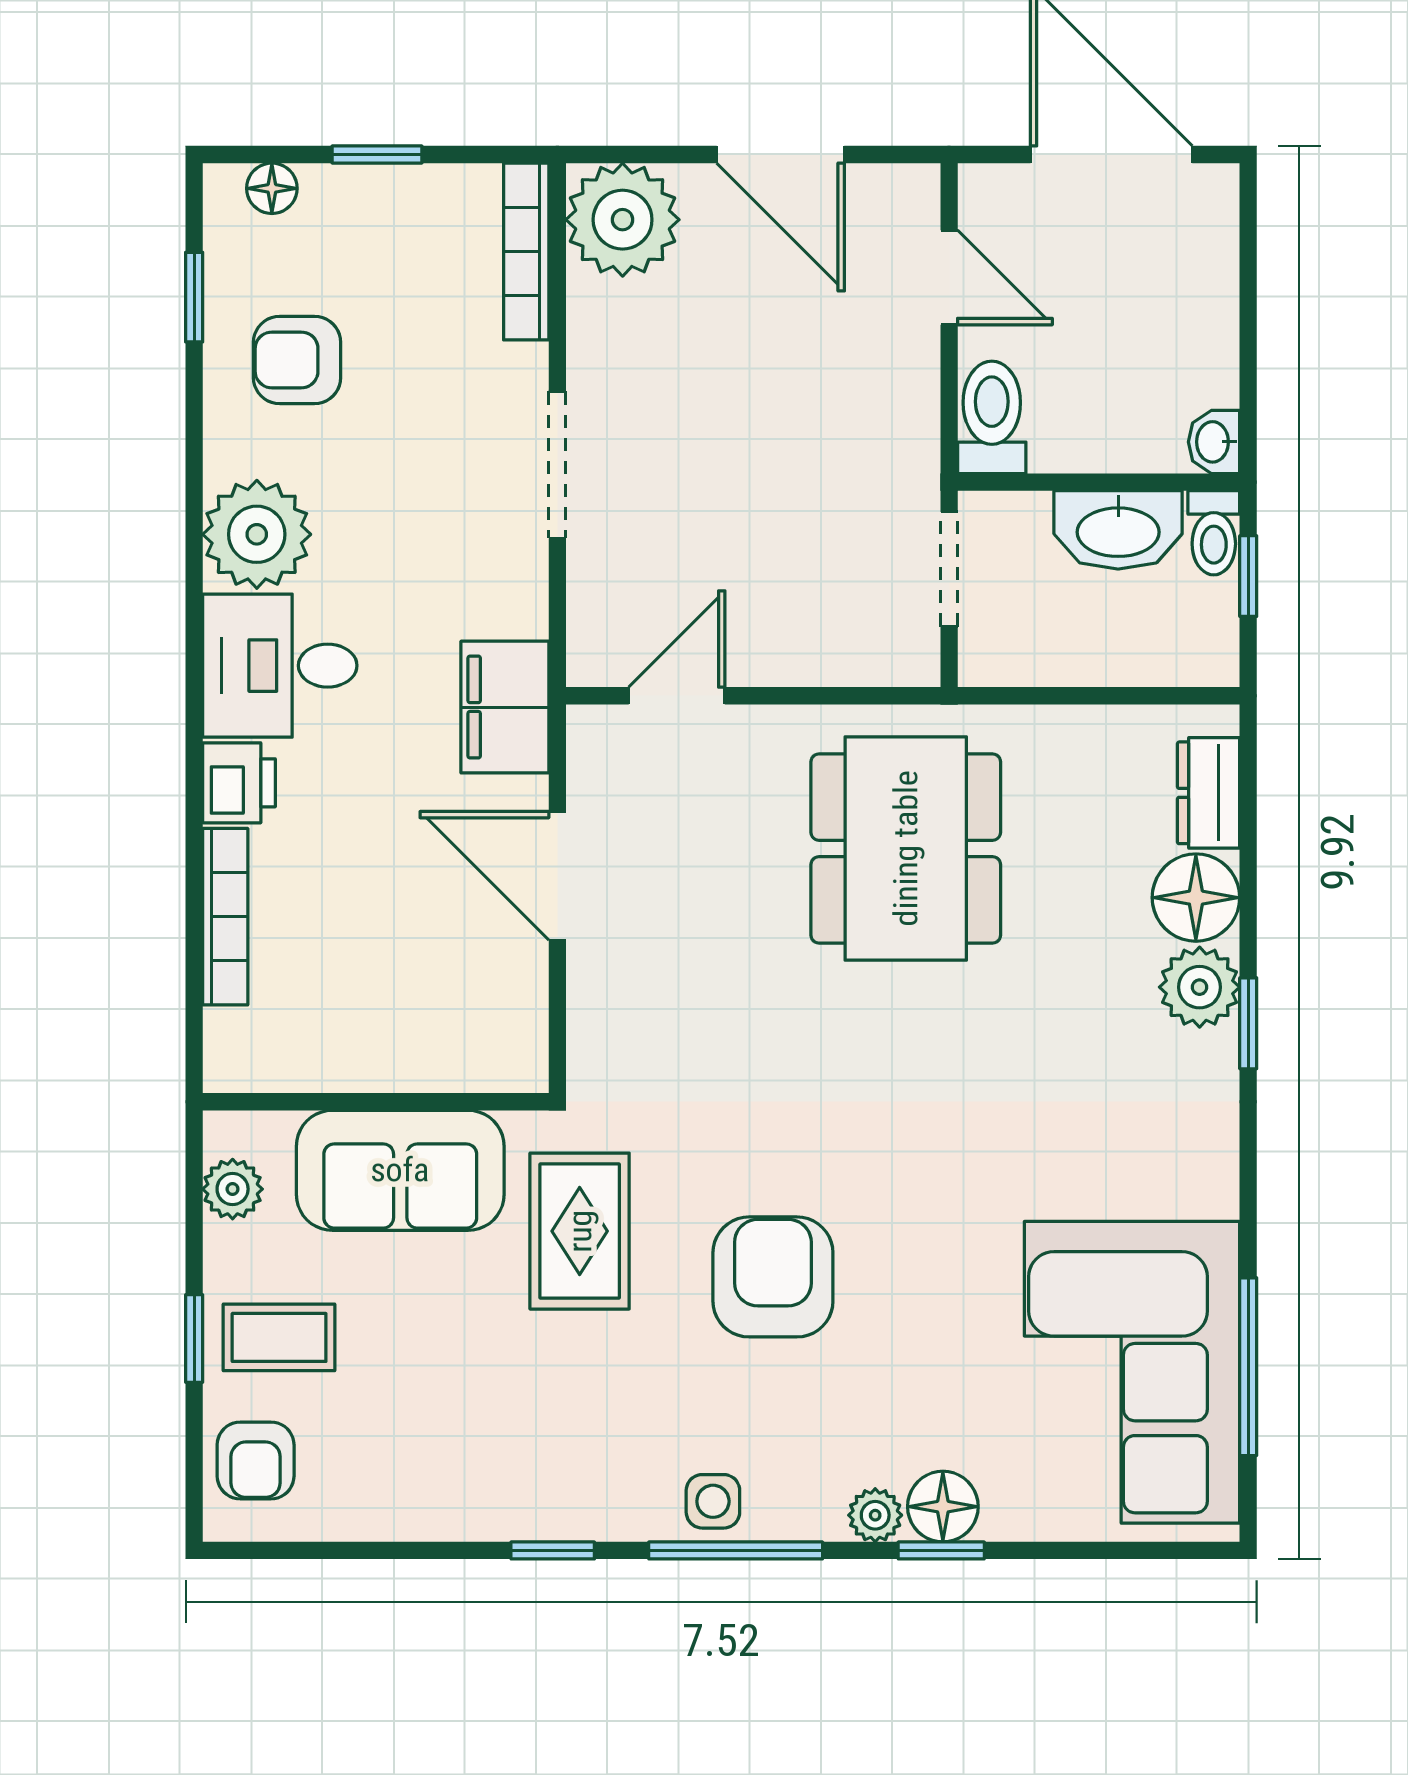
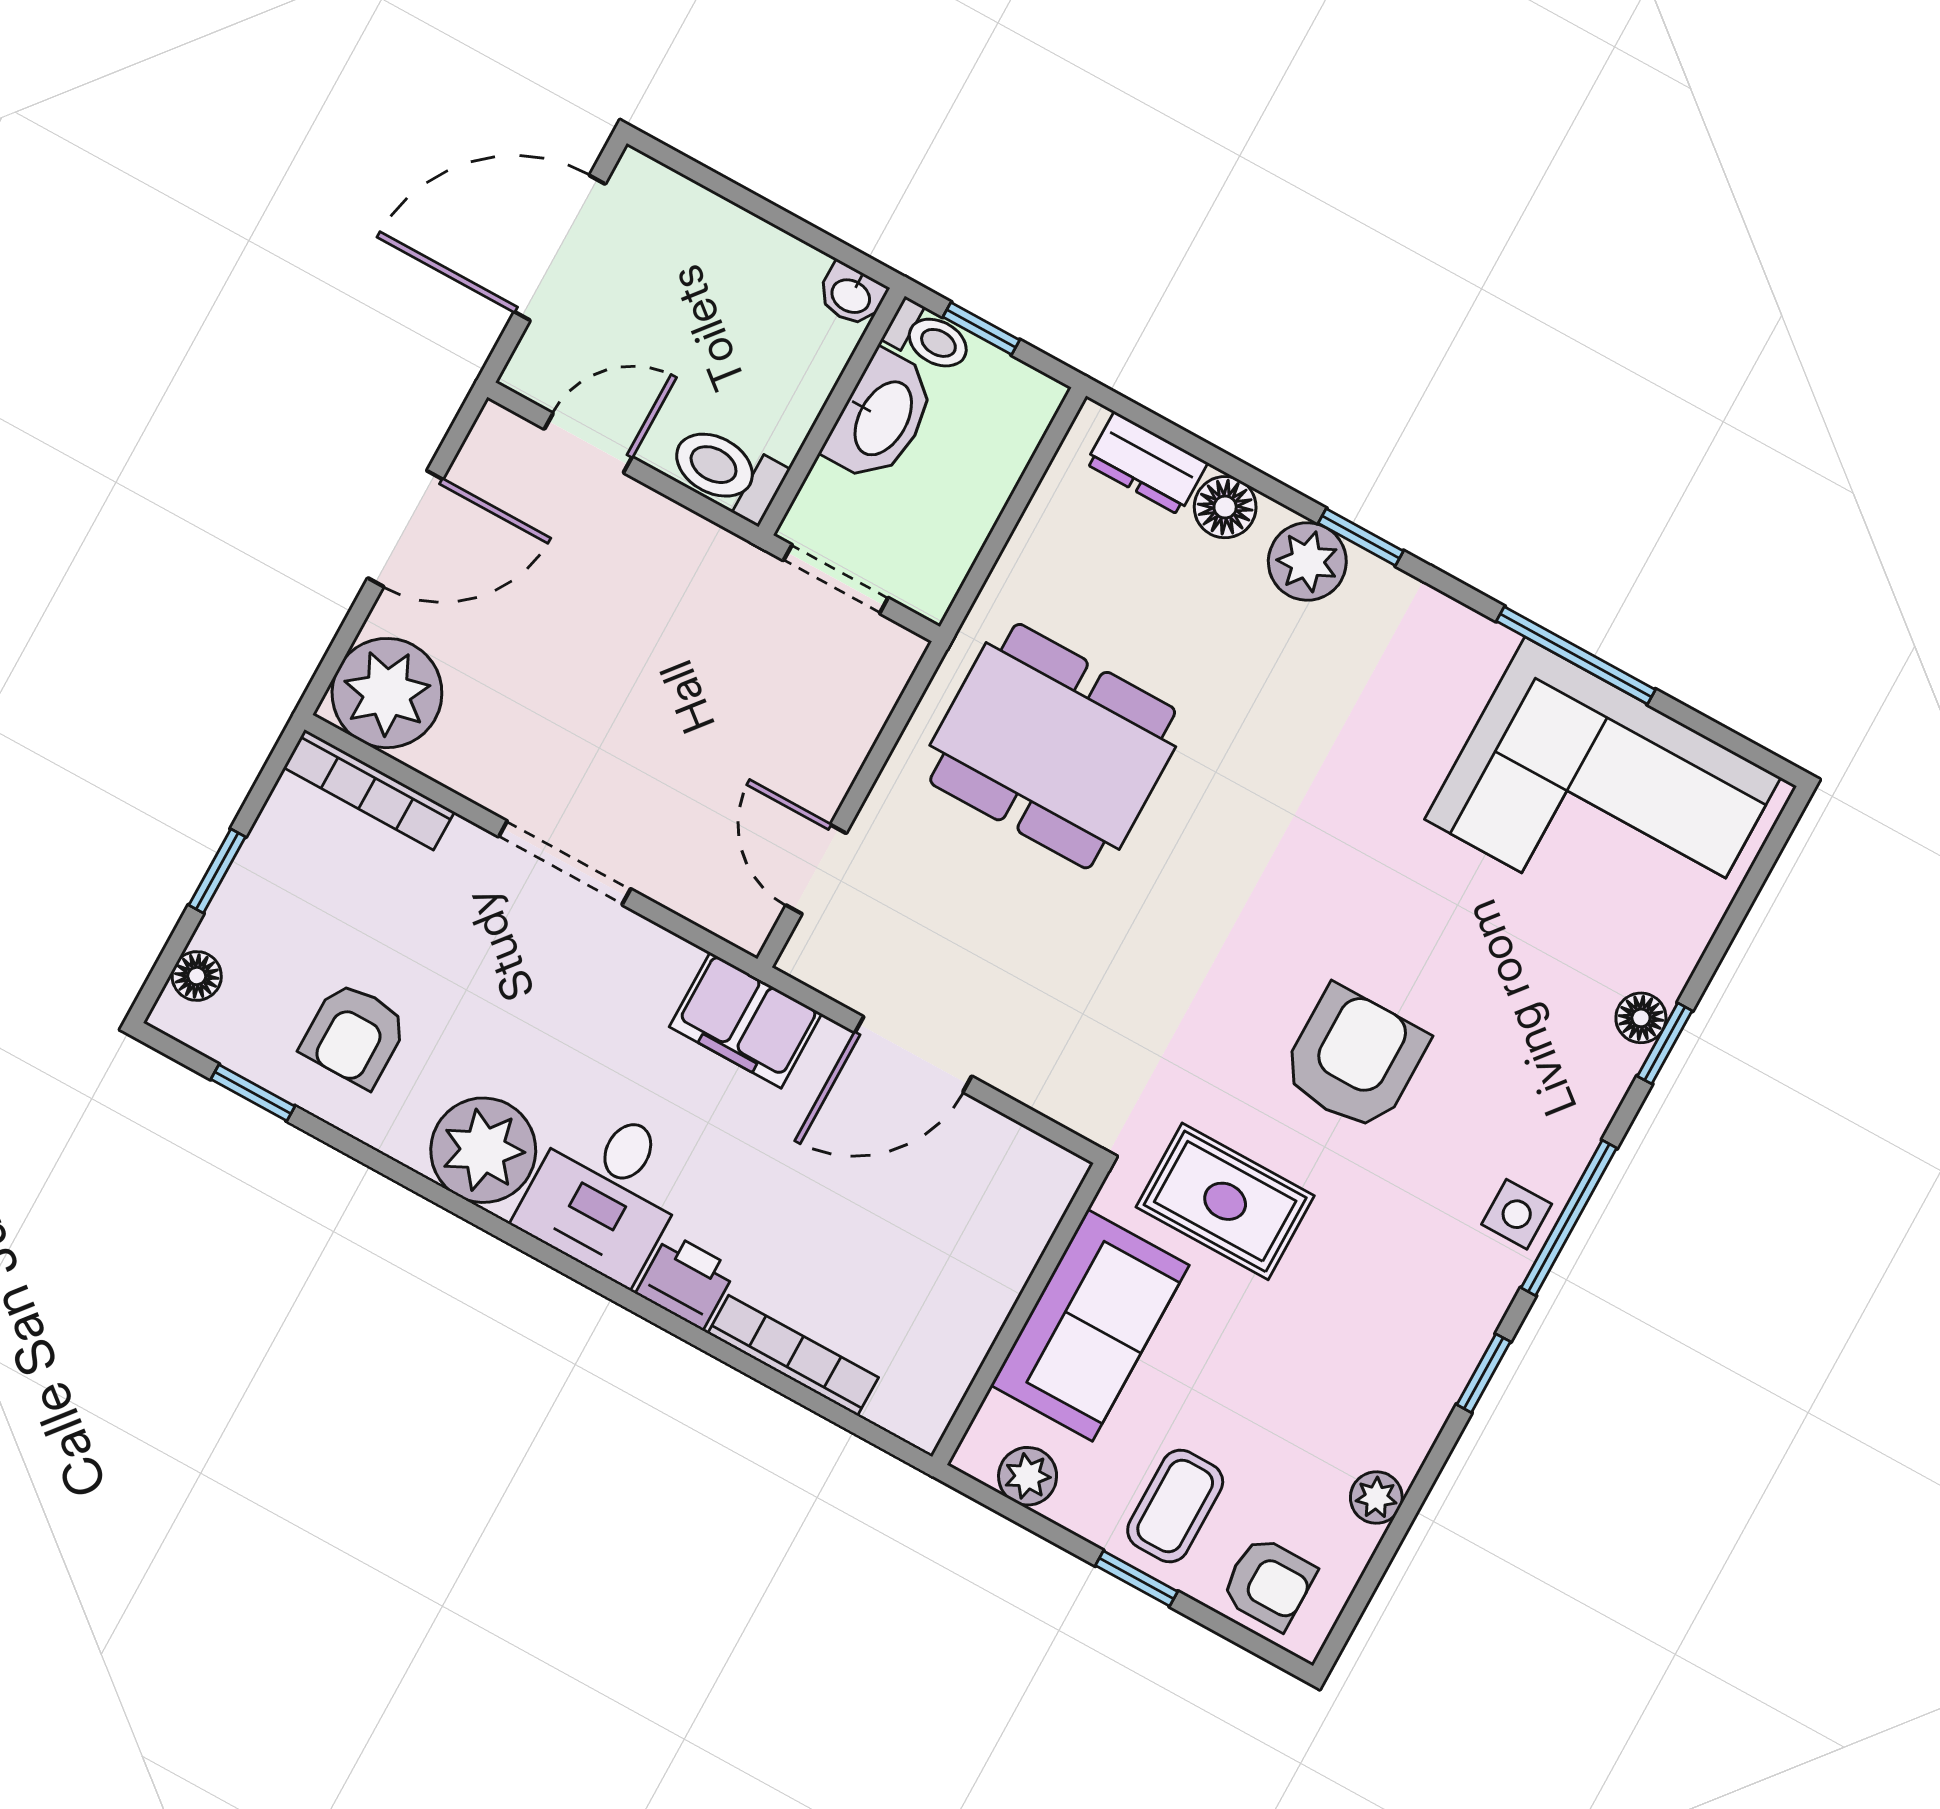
floor lamp: (1196, 898) -> (1225, 507), width x0.73, depth x0.73
armchair: (773, 1277) -> (1354, 1059), turned 90
window: (1248, 1367) -> (1576, 655), moved
floor lamp: (943, 1507) -> (1641, 1018), width x0.73, depth x0.73
plant: (875, 1515) -> (1376, 1497), moved

